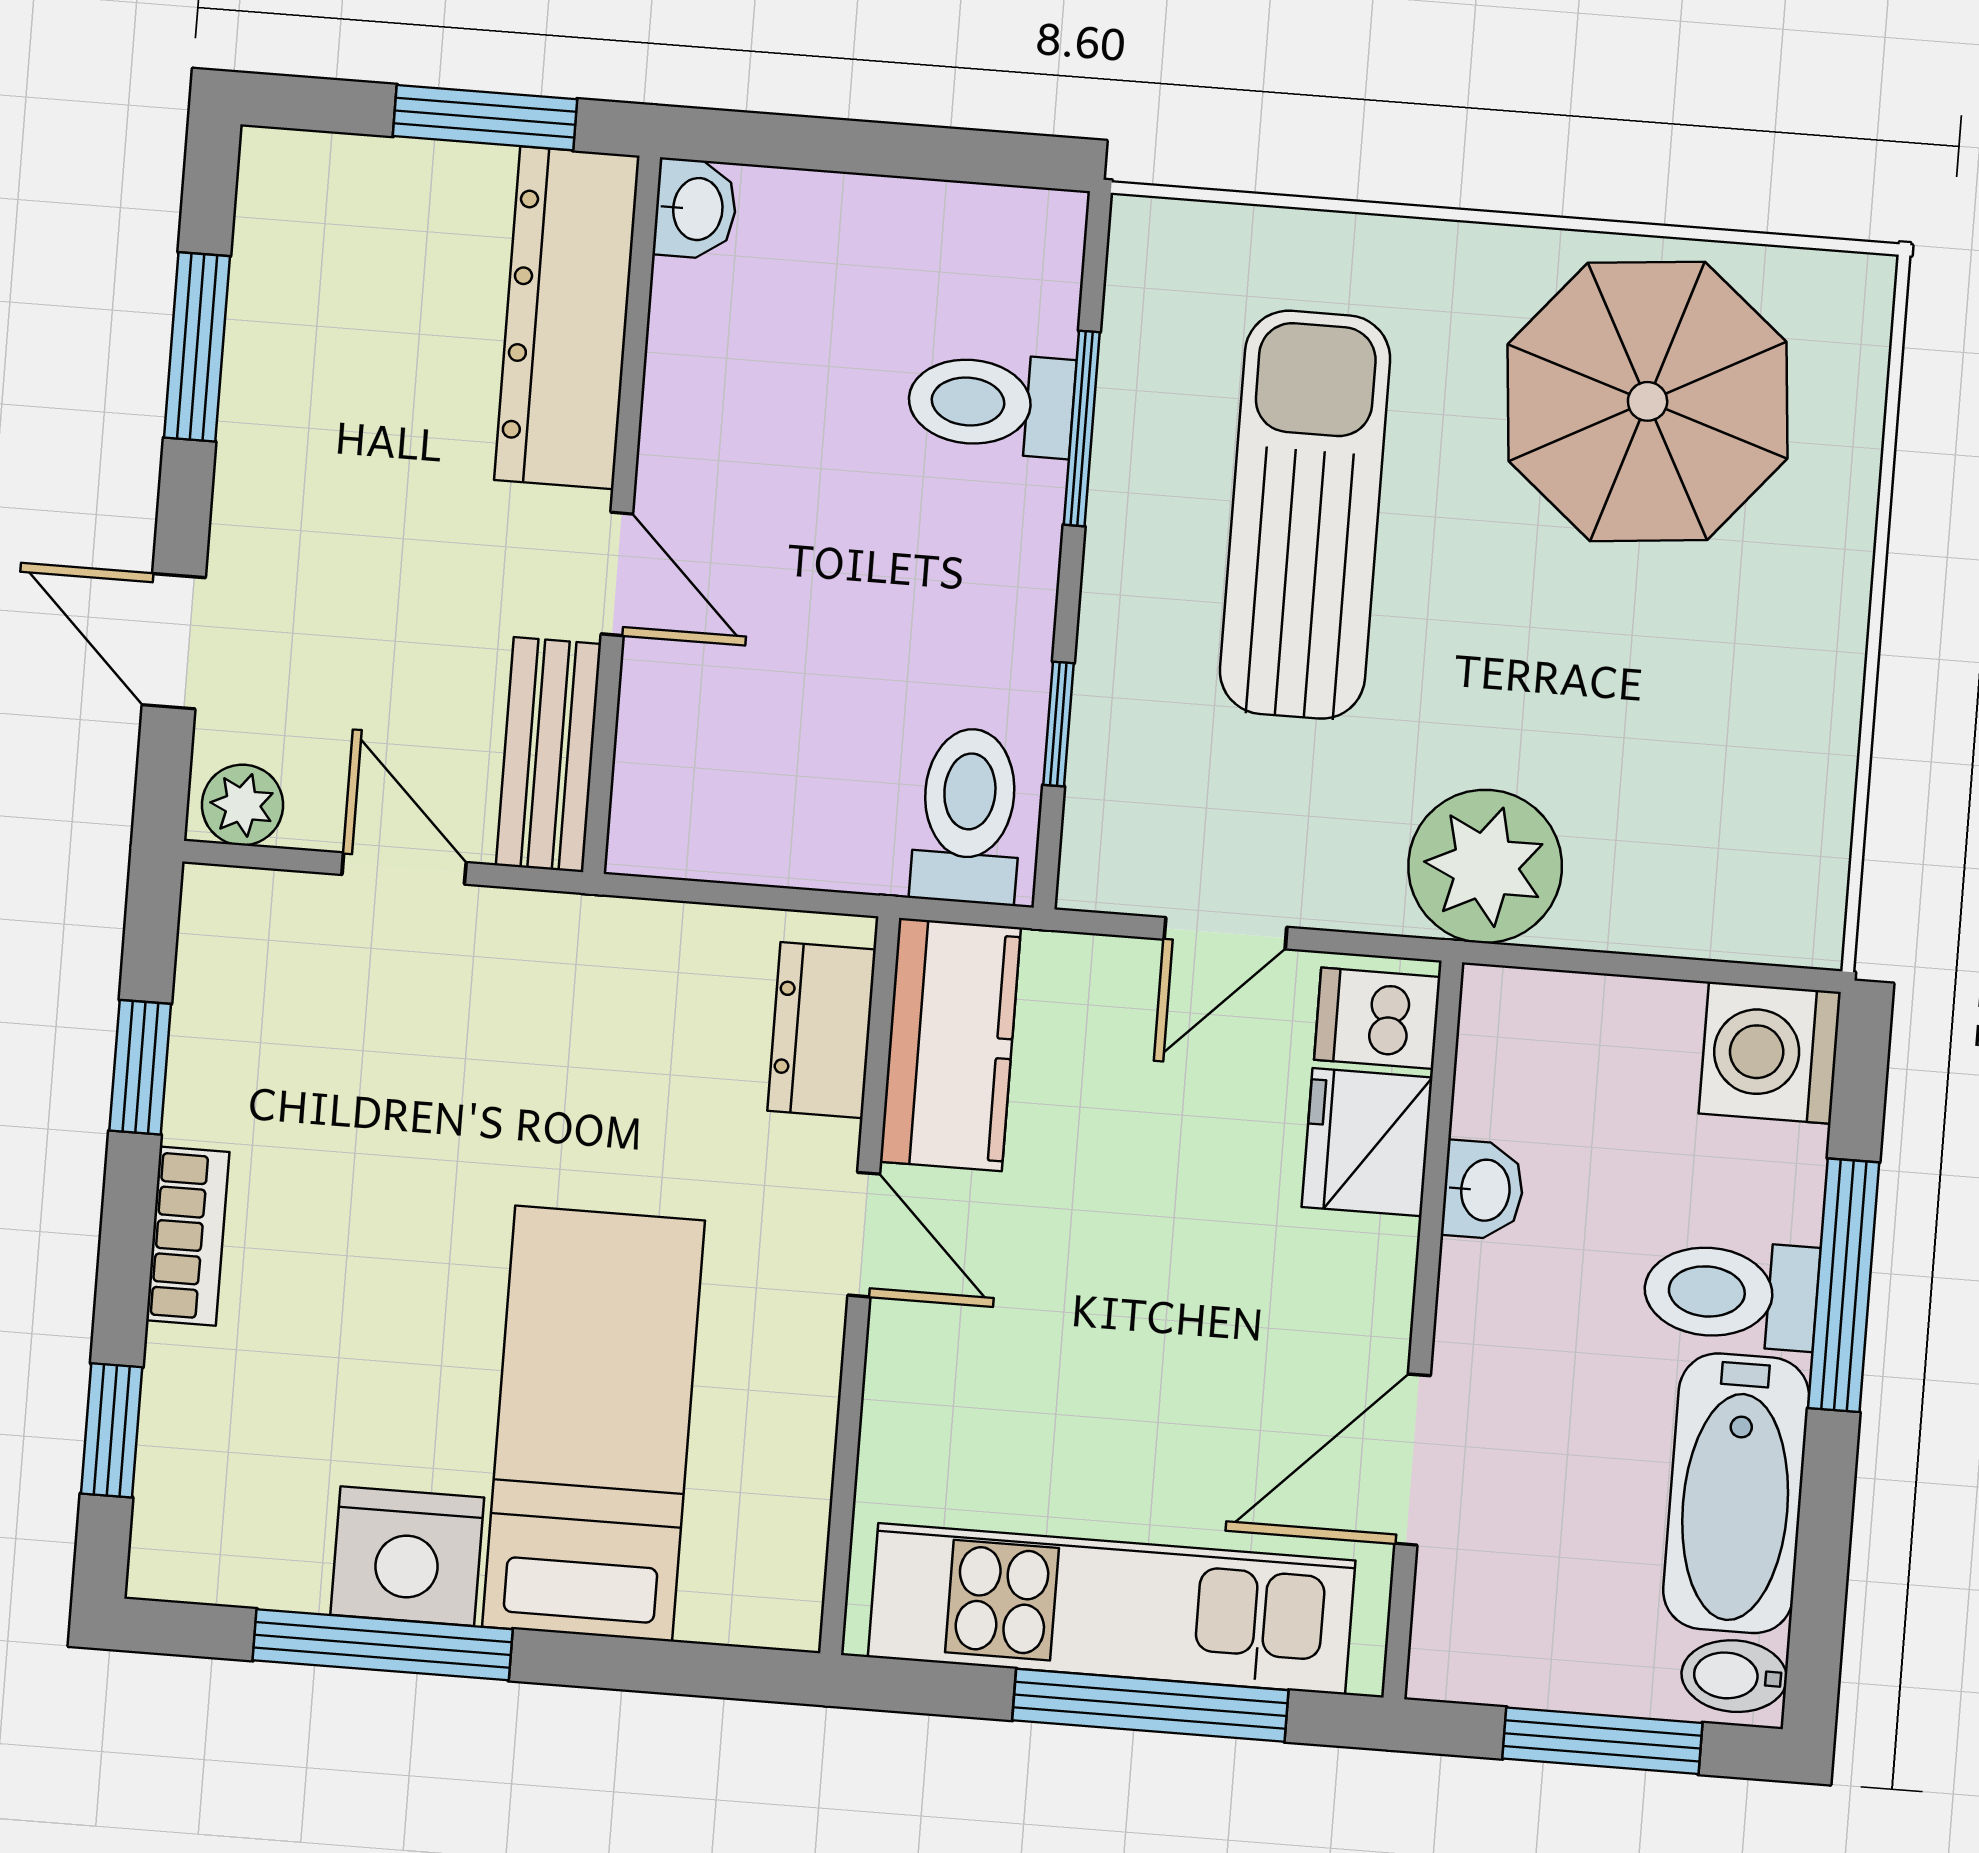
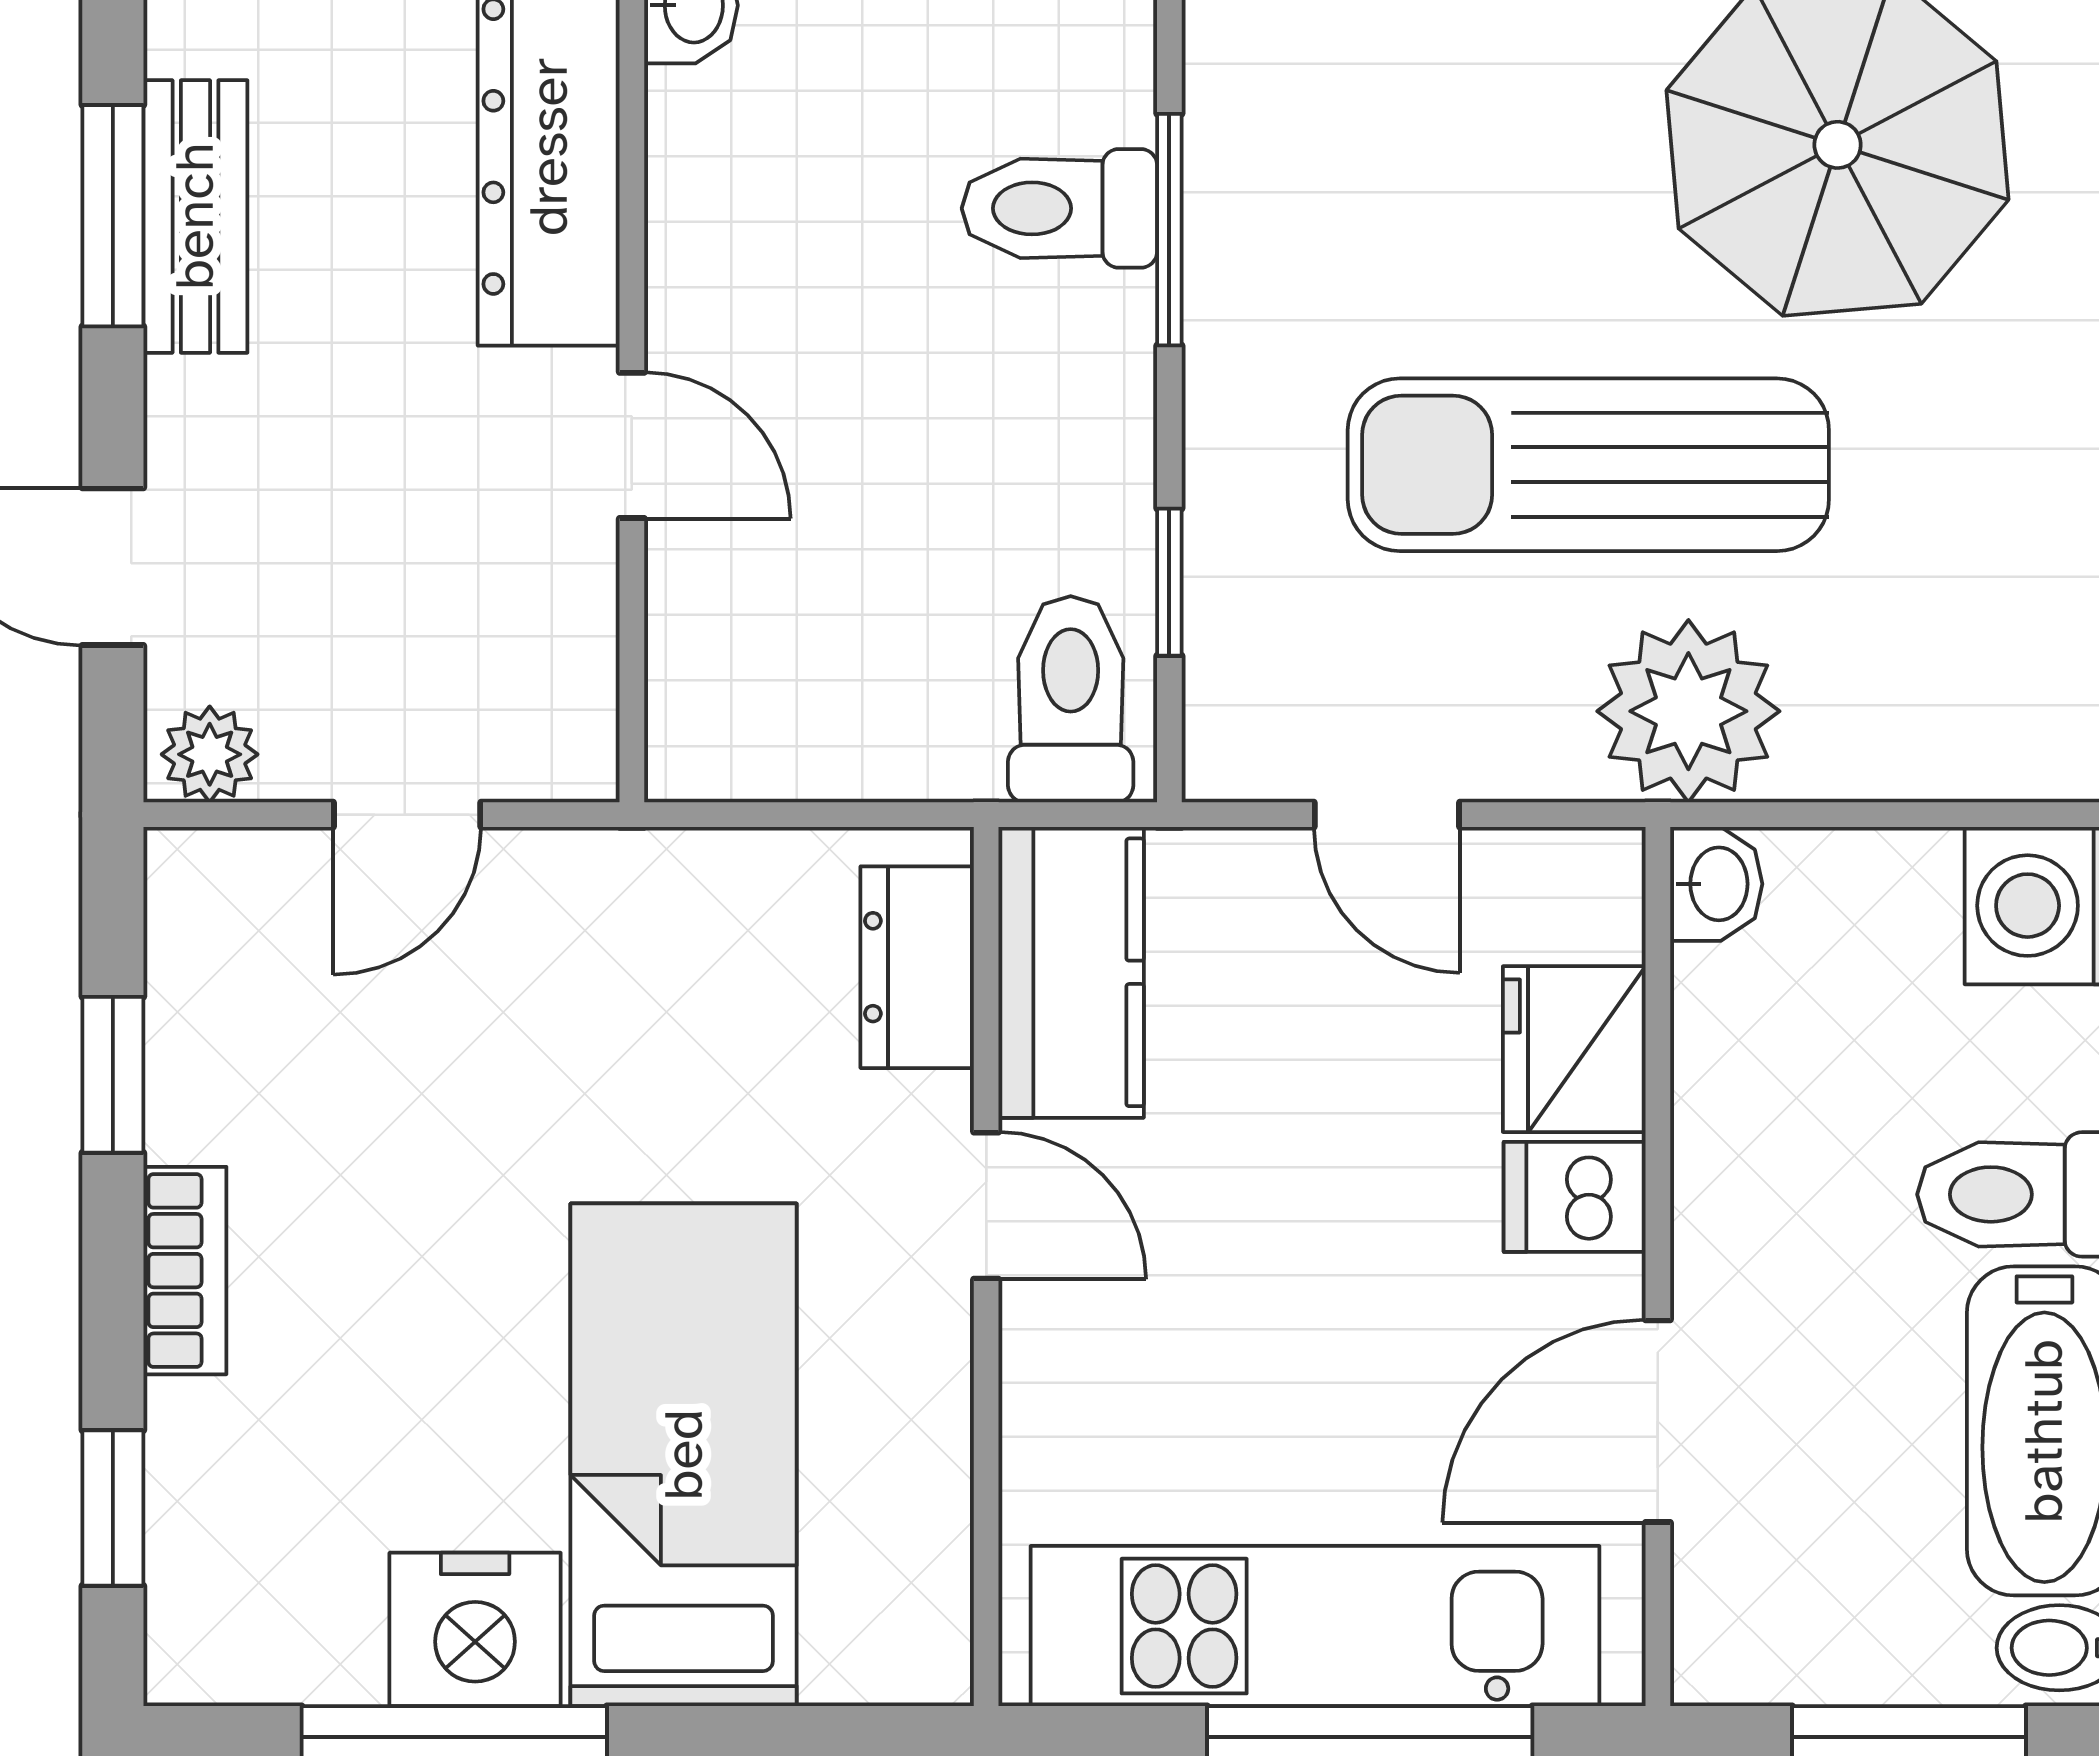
sun lounger: (1305, 515) -> (1588, 465), moved, turned -90
bench: (548, 755) -> (195, 216), moved
door: (404, 869) -> (407, 815), swing flipped
door: (1225, 933) -> (1387, 815), hinge flipped
dishwasher: (1377, 1018) -> (1575, 1197), moved
washbasin: (1483, 1190) -> (1716, 884), moved

